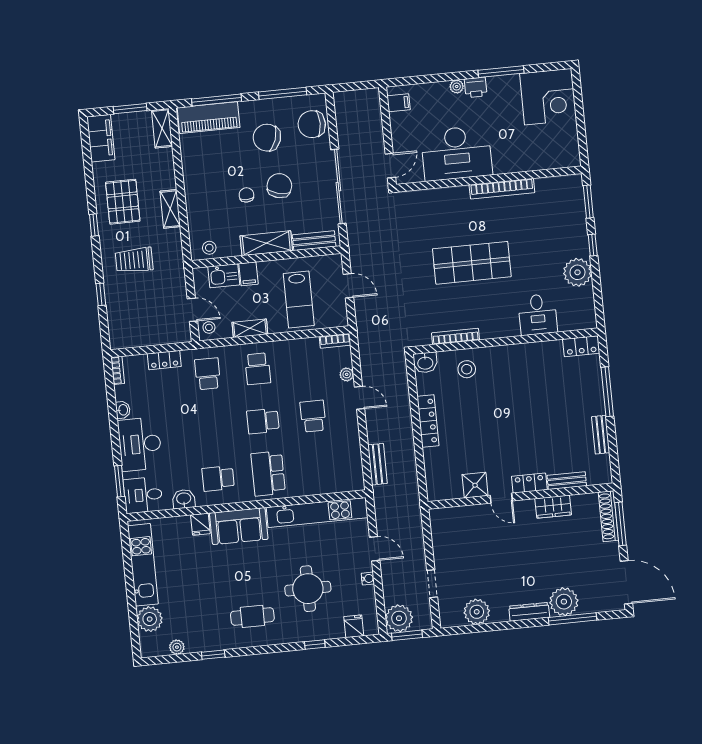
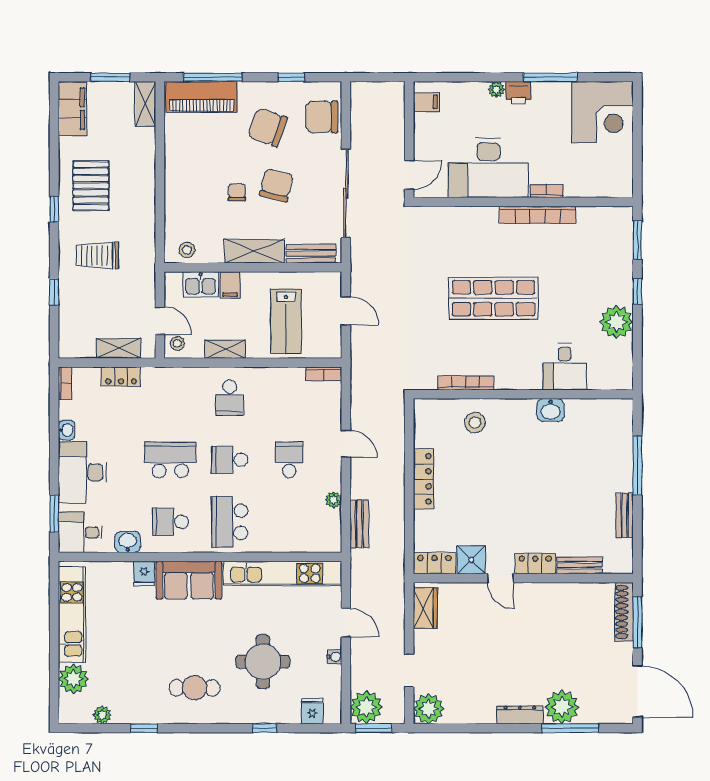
window: (283, 93) -> (291, 77), width x0.46
bookcase: (508, 168) -> (547, 191), added
shelving: (170, 209) -> (118, 348), moved, turned 90
locker: (581, 346) -> (434, 563), moved, turned 180
washbasin: (425, 363) -> (551, 410), moved
school desk: (208, 374) -> (170, 460), moved, width x1.85
plant: (347, 374) -> (333, 500), moved
wardrobe: (553, 507) -> (425, 608), moved, turned -90
plant: (477, 612) -> (429, 709), moved

